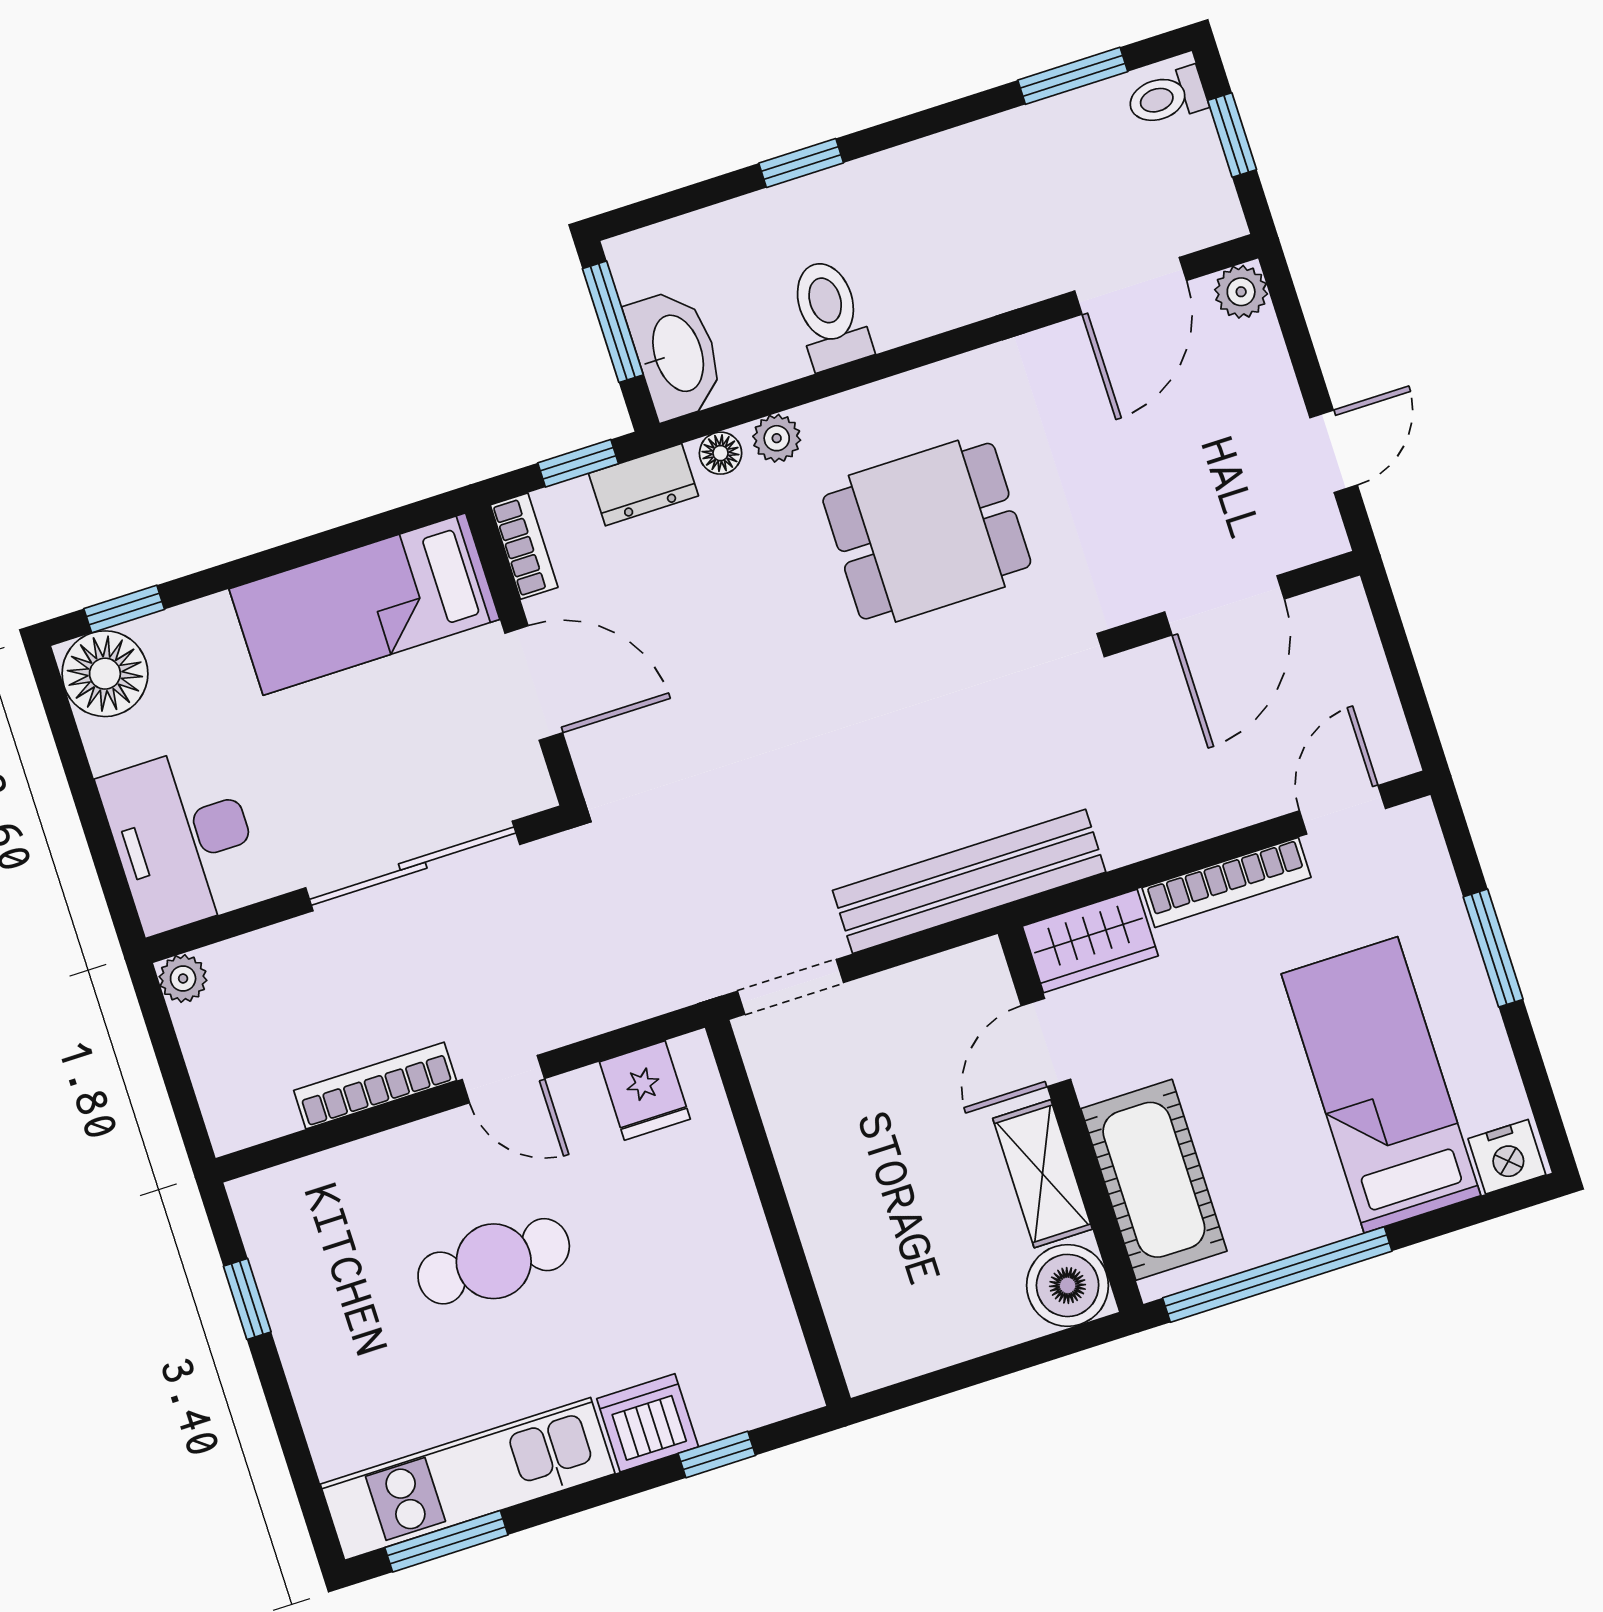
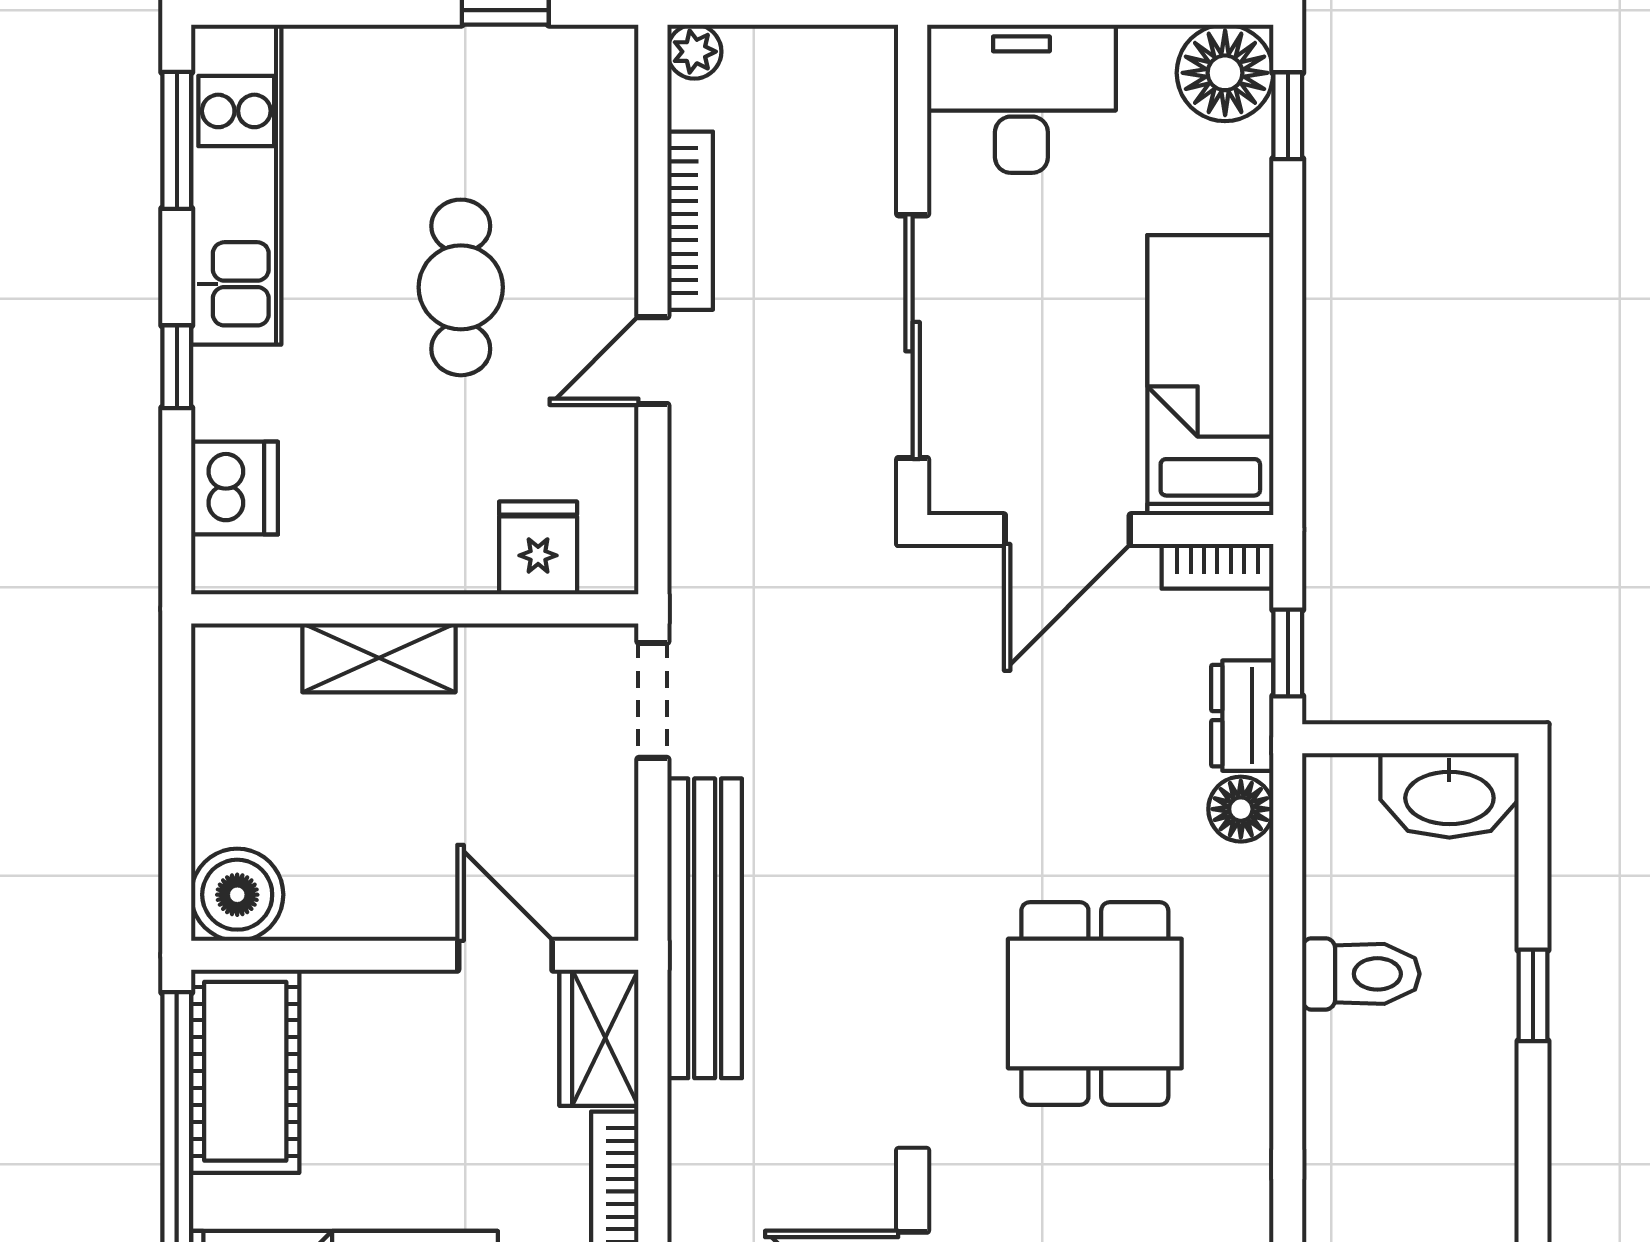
window: (613, 322) -> (1428, 739), removed
washbasin: (676, 354) -> (1449, 795), moved
plant: (777, 438) -> (1246, 874), removed
floor lamp: (721, 453) -> (1241, 809), width x1.37, depth x1.37
plant: (183, 978) -> (694, 52), moved
fridge: (645, 1090) -> (538, 548), moved, turned 90
shelving: (1043, 1174) -> (379, 658), moved
cot: (1154, 1180) -> (245, 1071), moved, turned 90
dishwasher: (648, 1423) -> (235, 488), moved
window: (717, 1454) -> (177, 367), moved

